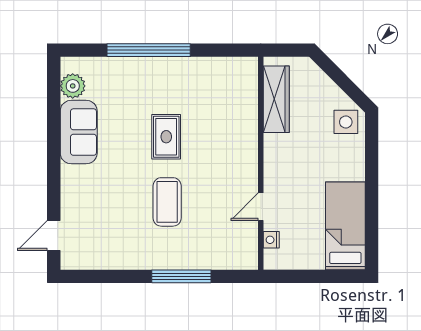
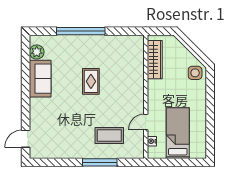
coffee table: (167, 202) -> (109, 135), moved, turned 90
bed: (345, 226) -> (178, 133), moved

